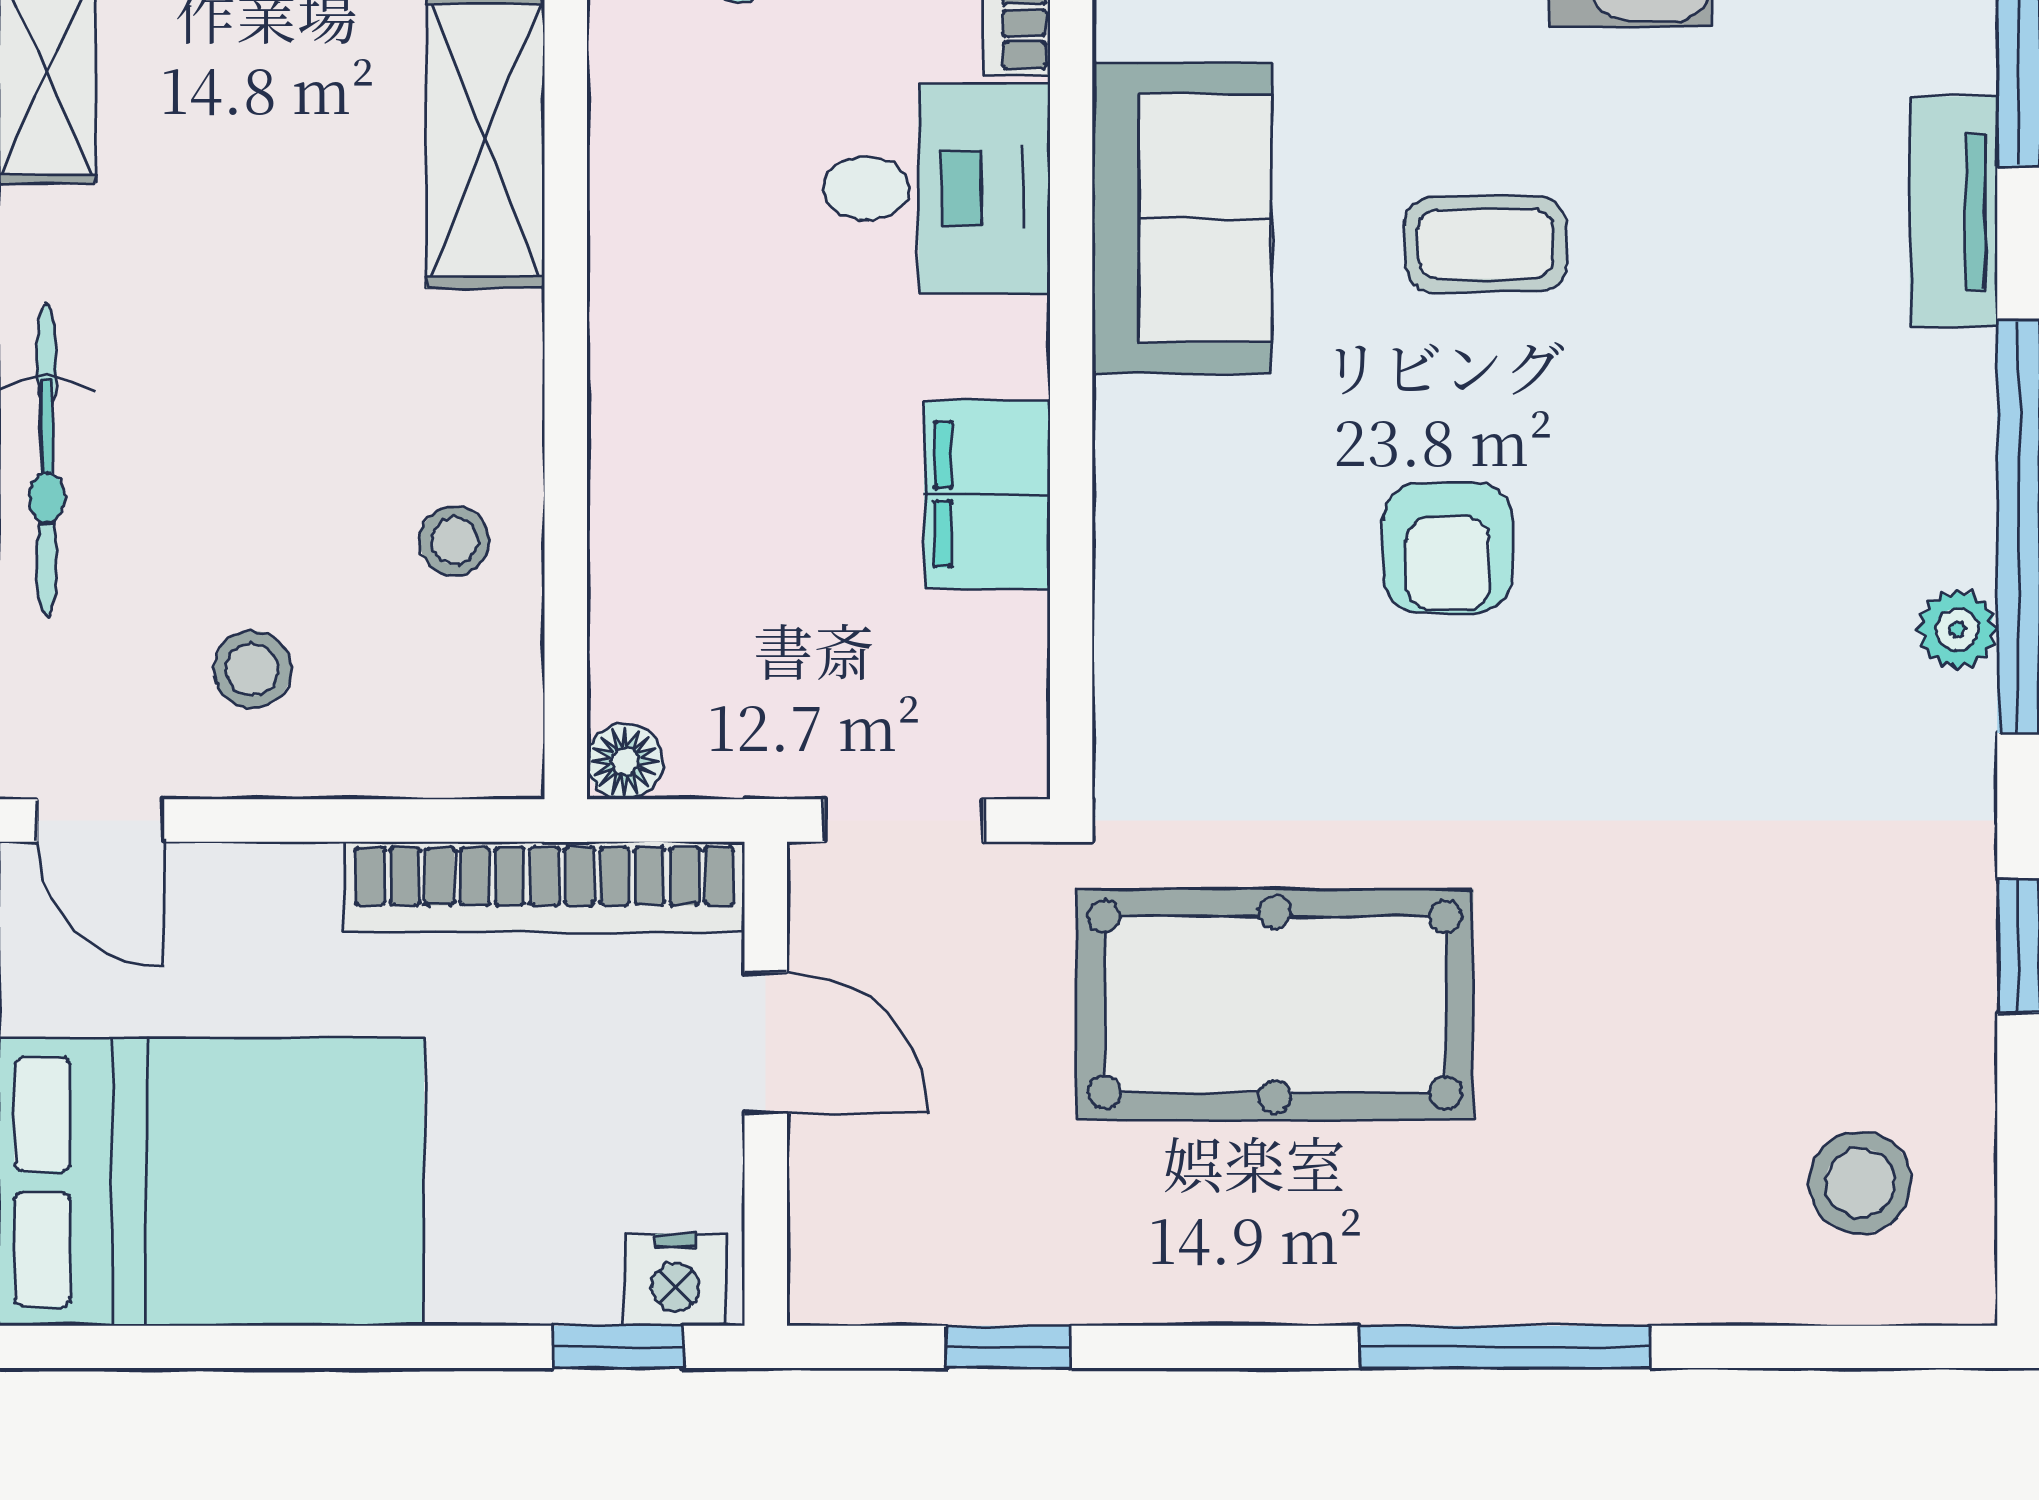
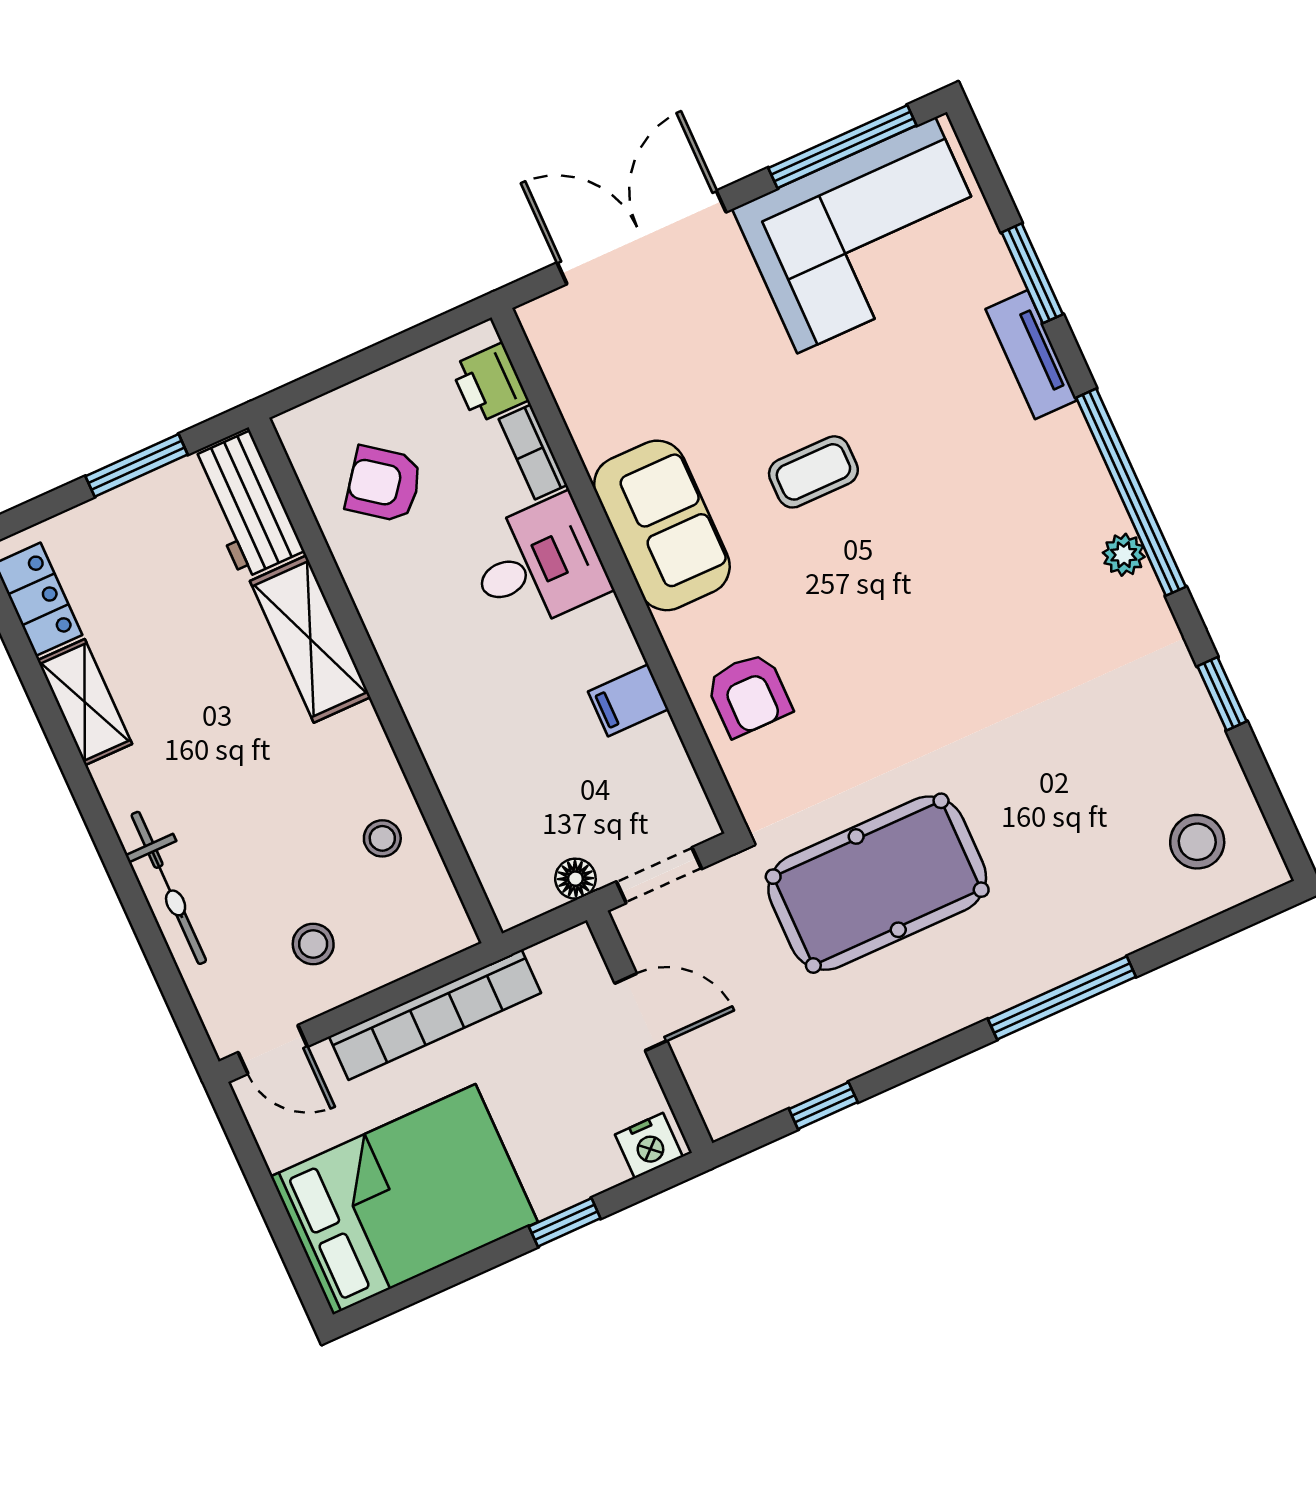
filing cabinet: (987, 494) -> (628, 700), width x0.50
armchair: (1448, 548) -> (749, 695), moved
floor lamp: (625, 761) -> (575, 879), moved
bookcase: (545, 887) -> (435, 1015), moved
window: (618, 1347) -> (565, 1222), moved

